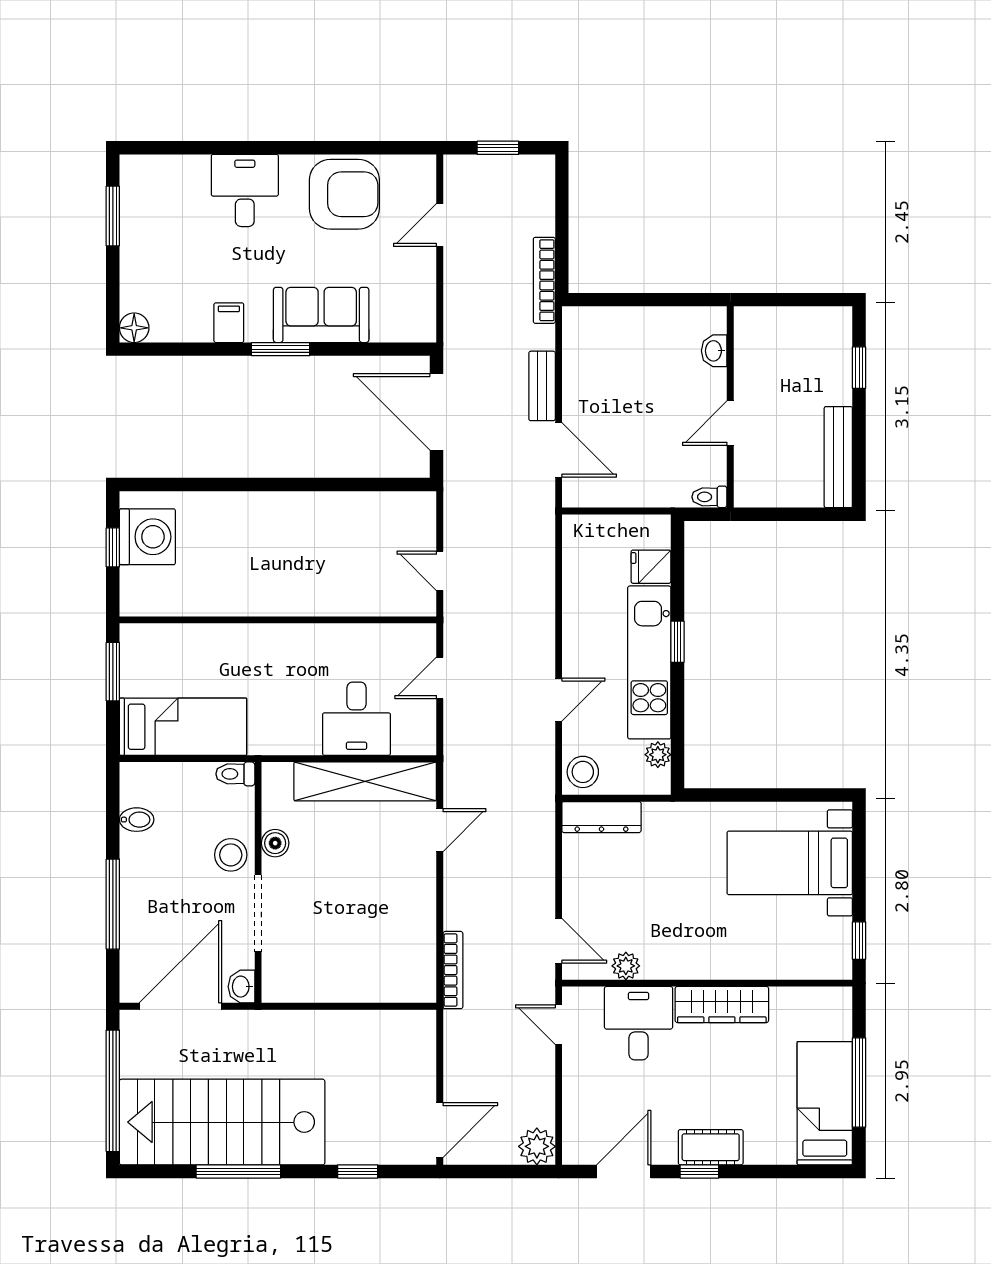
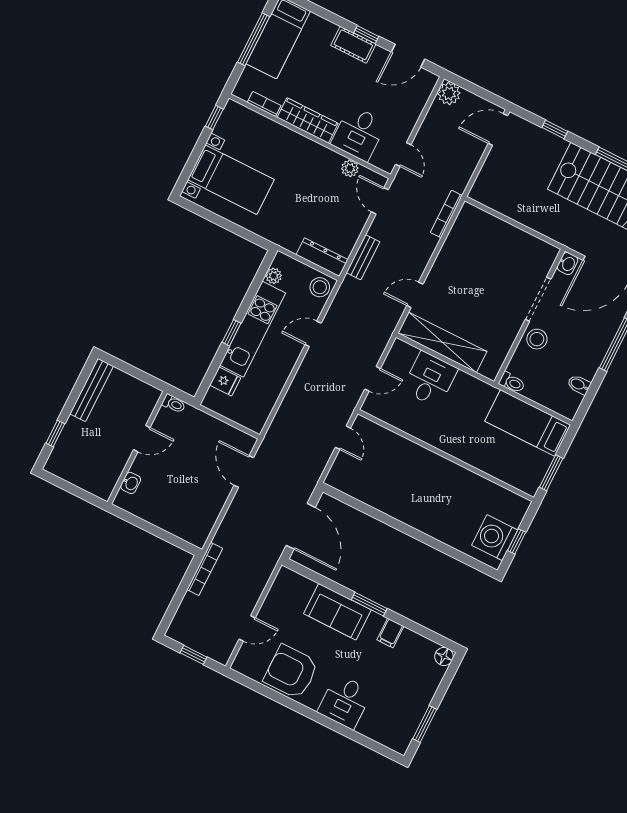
bench: (542, 386) -> (363, 257), moved
boiler: (275, 843) -> (509, 333), removed
bookcase: (797, 997) -> (264, 104), added

